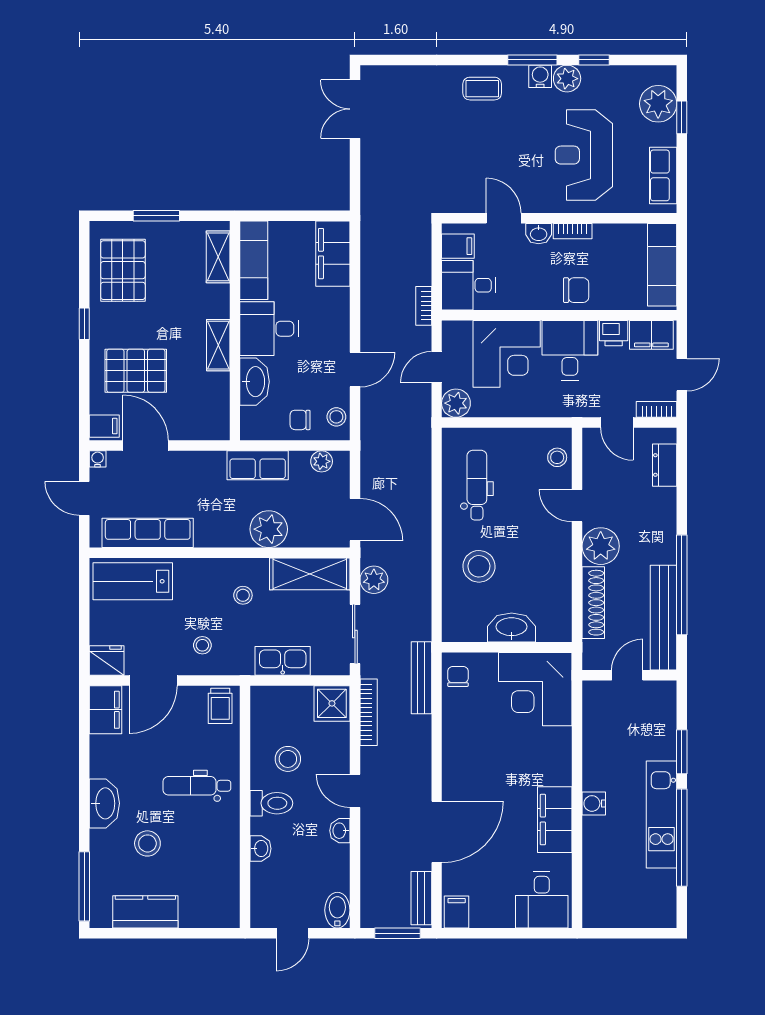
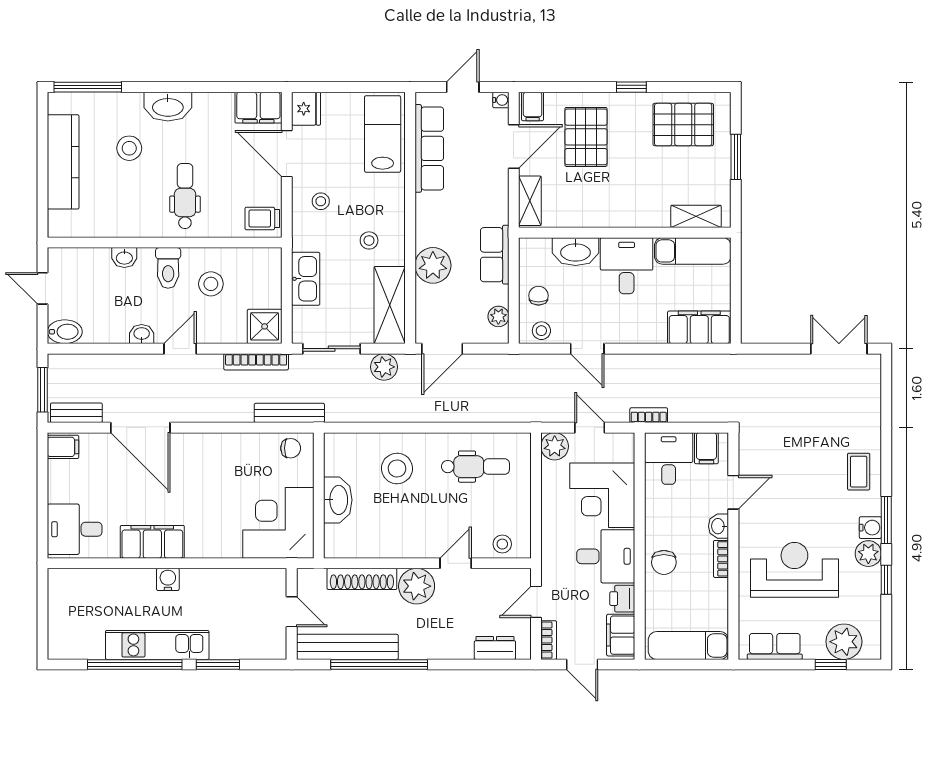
shelving: (218, 345) -> (530, 201), moved, turned 90
kitchen counter: (145, 912) -> (63, 162), width x1.50

